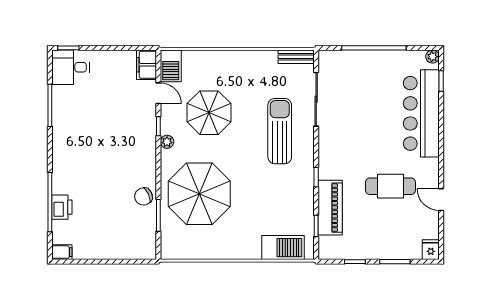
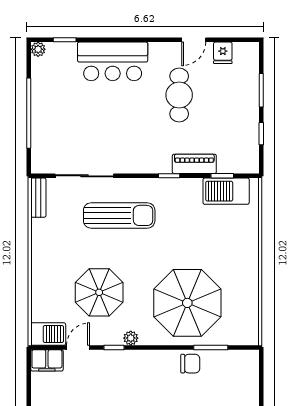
bar counter: (421, 113) -> (113, 61), width x0.73
sun lounger: (280, 131) -> (119, 215), turned 180
chair: (143, 196) -> (190, 364), turned -65
piano: (330, 208) -> (194, 164), width x0.73, depth x0.75
barbecue: (283, 248) -> (226, 191), moved, turned -90
fridge: (431, 250) -> (223, 53), moved, turned -90

